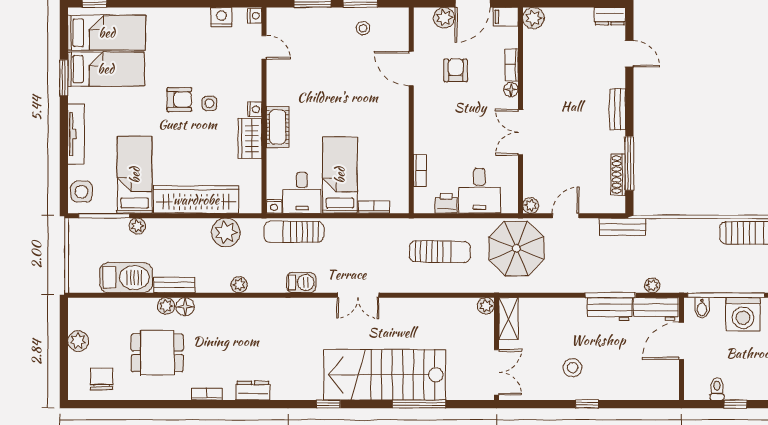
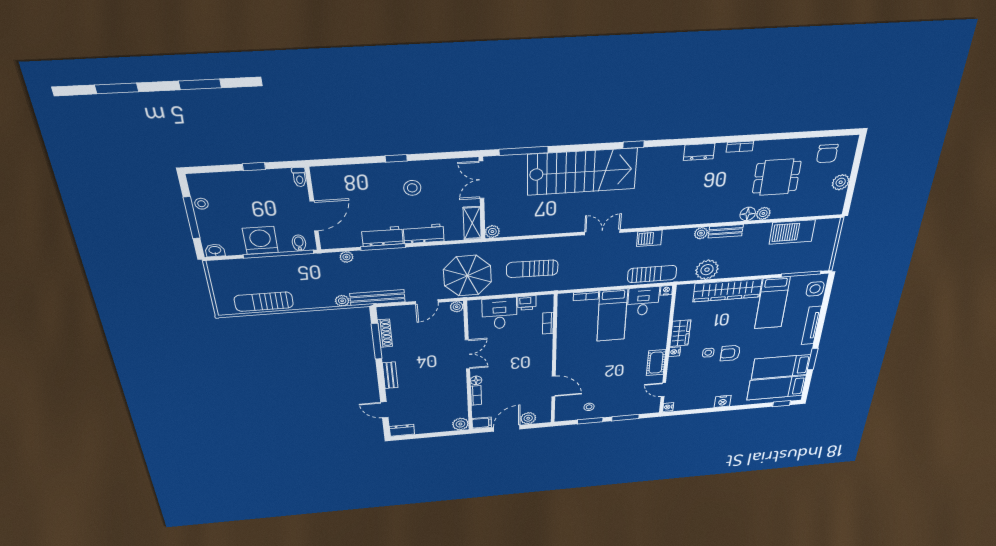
nightstand: (221, 17) -> (723, 401), moved
armchair: (456, 70) -> (519, 388), removed
cot: (278, 127) -> (656, 363), moved
plant: (137, 226) -> (342, 301), moved
bench: (623, 227) -> (377, 298), width x1.36
bench: (174, 285) -> (726, 231), moved
workbench: (656, 309) -> (424, 234), moved
toilet: (717, 389) -> (299, 177), moved
window: (419, 404) -> (524, 151), moved

